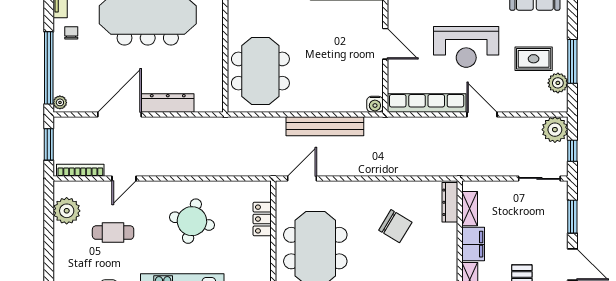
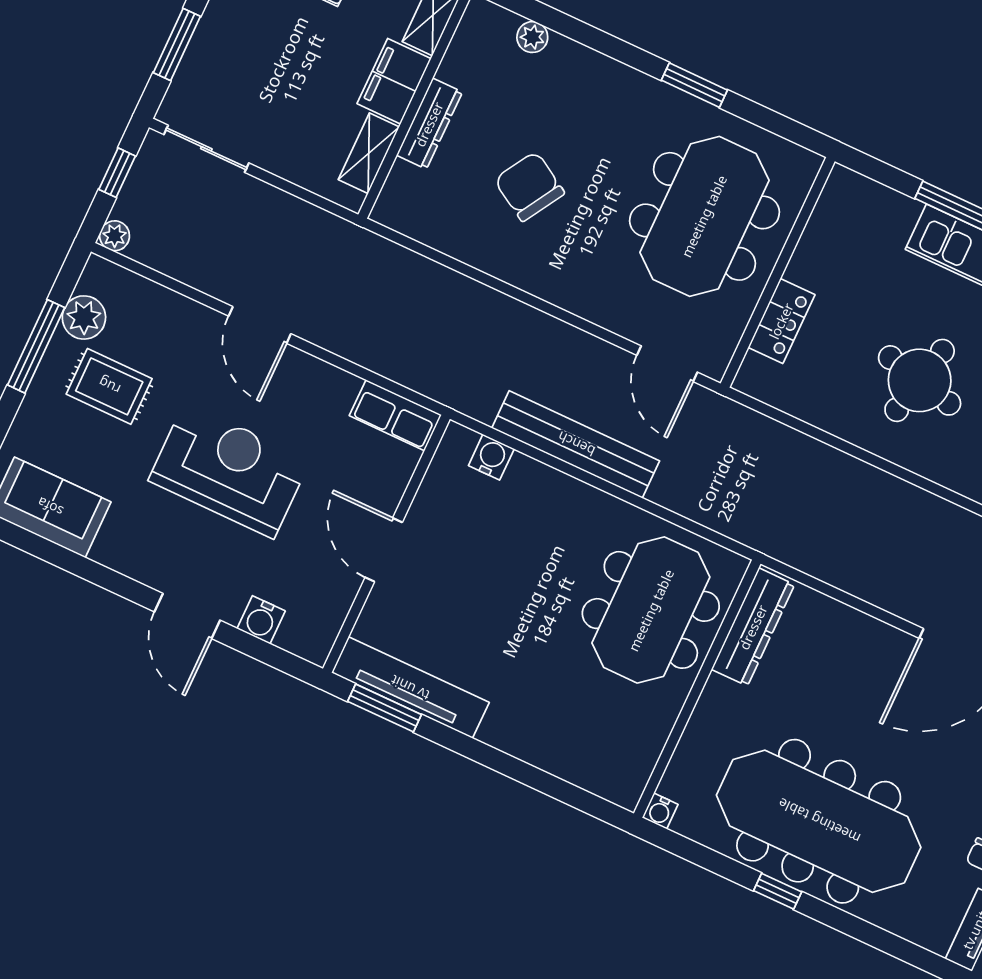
dresser: (168, 103) -> (753, 627), moved, turned -90
row of seats: (427, 103) -> (395, 415), width x0.50
water cooler: (375, 104) -> (491, 457), moved
plant: (555, 130) -> (115, 236), width x0.53, depth x0.53
door: (302, 178) -> (667, 364), hinge flipped
dresser: (450, 202) -> (429, 124), moved

